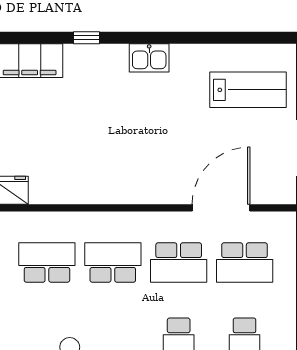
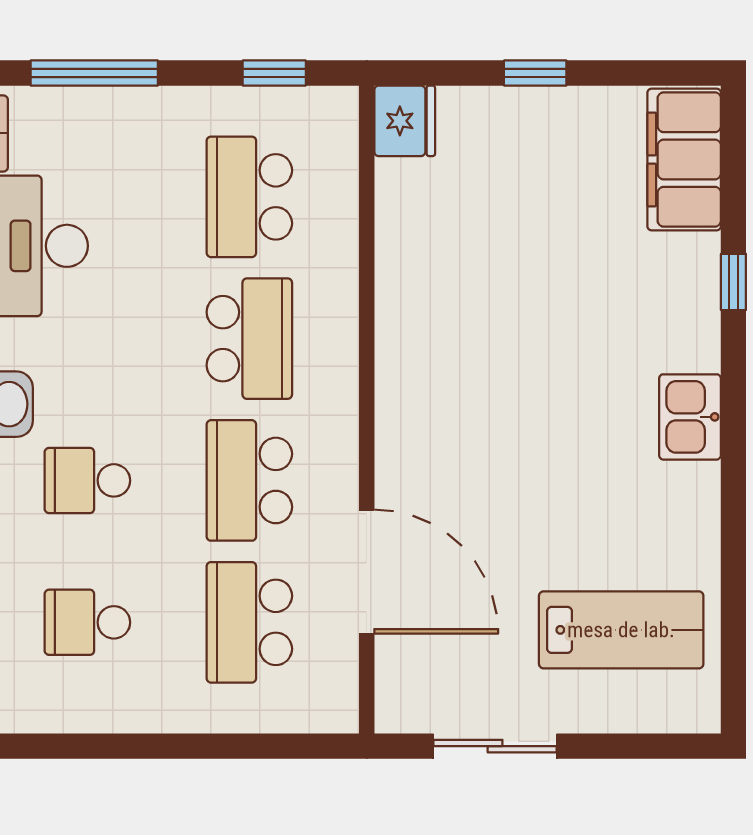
lab bench: (248, 90) -> (621, 630), turned -90
school desk: (47, 262) -> (249, 197), turned 180

